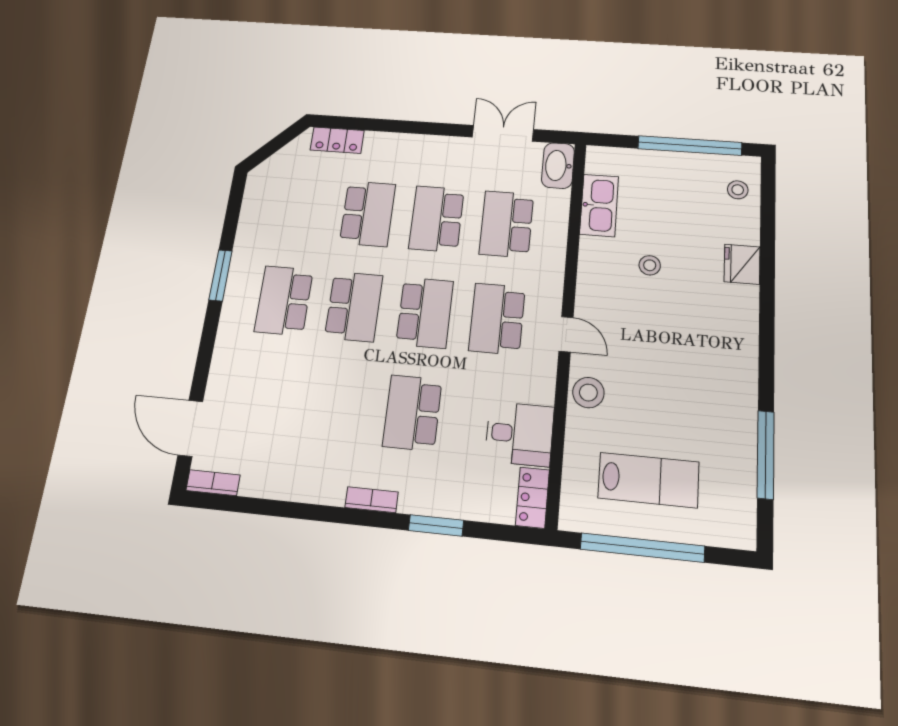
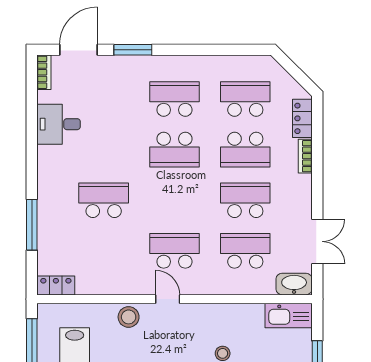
kitchen sink: (599, 205) -> (289, 316), moved
window: (220, 275) -> (133, 50), moved
school desk: (425, 313) -> (245, 99), moved, turned 180
door: (566, 334) -> (168, 299), swing flipped
desk: (519, 434) -> (59, 124), moved, turned 90
bookcase: (372, 500) -> (305, 156), moved, turned 180
window: (436, 525) -> (32, 225), width x1.44

